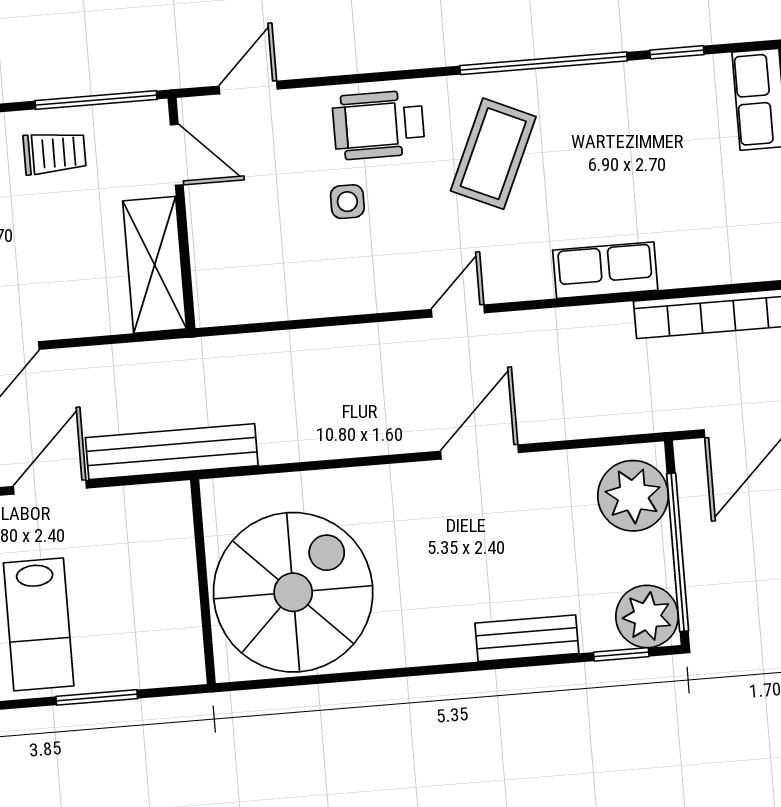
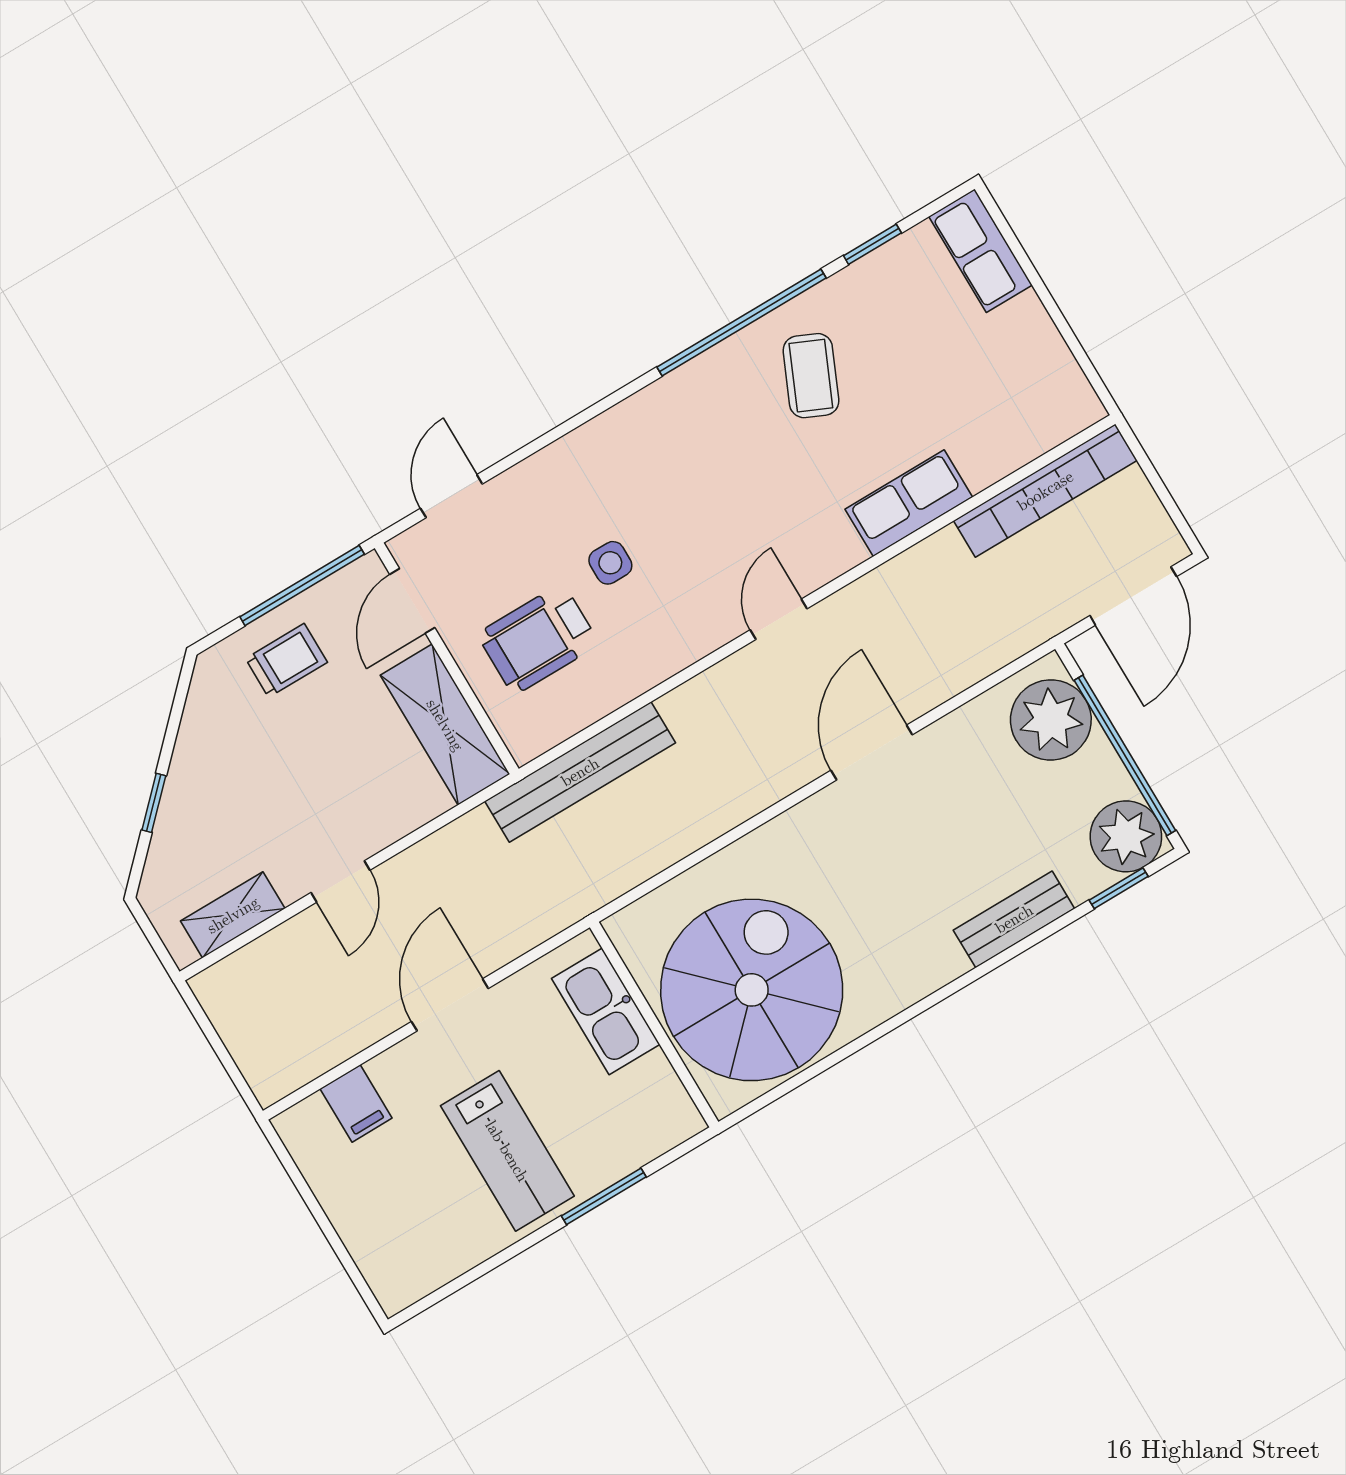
wheelchair: (378, 125) -> (538, 639), moved
coffee table: (493, 154) -> (811, 376), moved, width x0.73, depth x0.77
door: (177, 155) -> (412, 601), swing flipped
bench: (172, 452) -> (580, 772), moved
kitchen sink: (170, 553) -> (606, 1011), added

